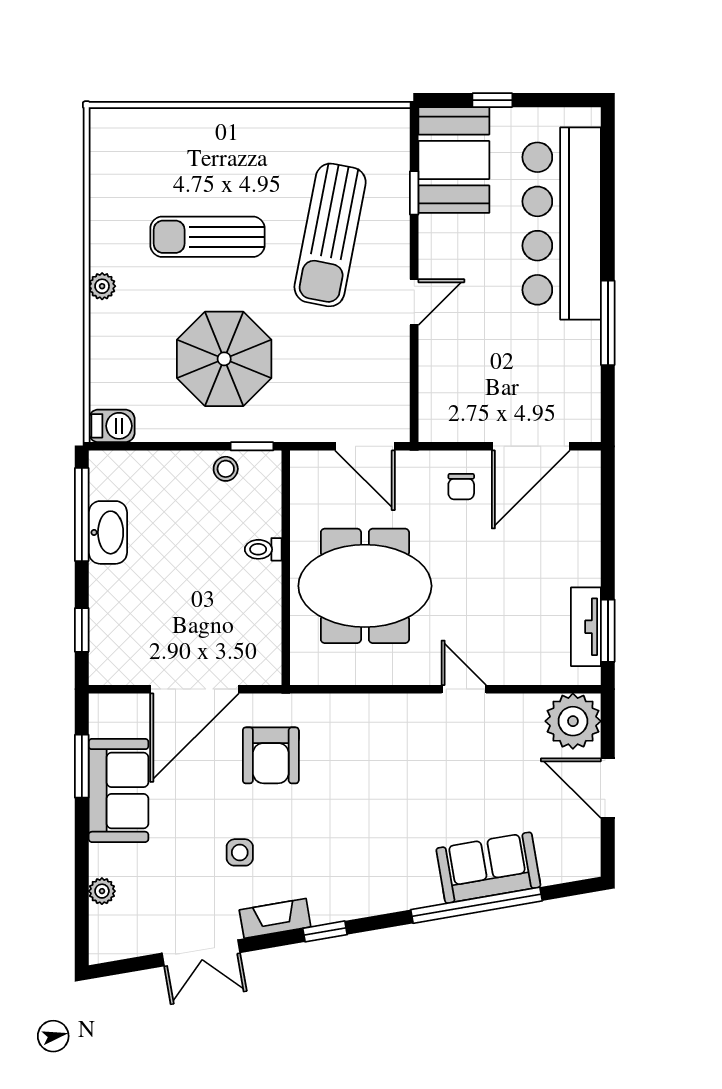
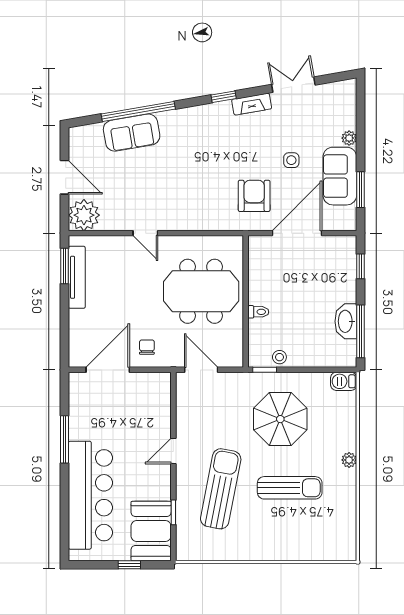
tv unit: (586, 627) -> (77, 277), width x1.41
side table: (240, 852) -> (291, 160), moved
plant: (102, 891) -> (349, 138), moved

